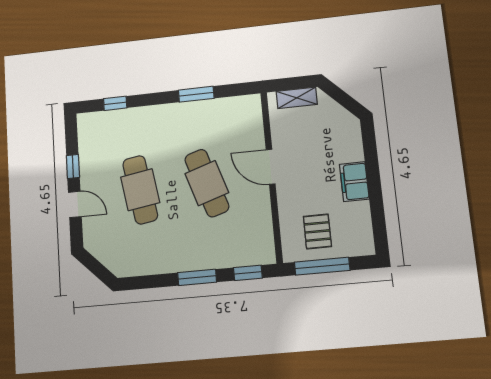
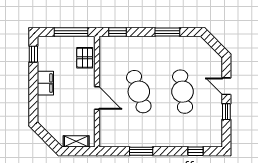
window: (379, 225) -> (33, 54), added
pallet: (317, 231) -> (85, 58), moved
window: (197, 277) -> (167, 32), moved

